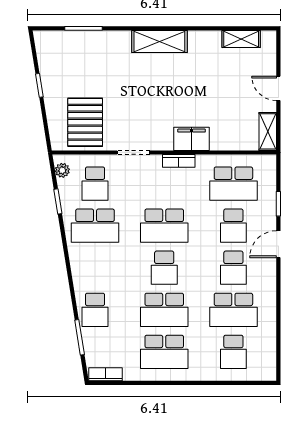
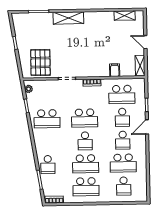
shelving: (159, 41) -> (68, 18), moved
filing cabinet: (192, 139) -> (115, 70), moved, width x0.50
school desk: (95, 184) -> (47, 96), removed

